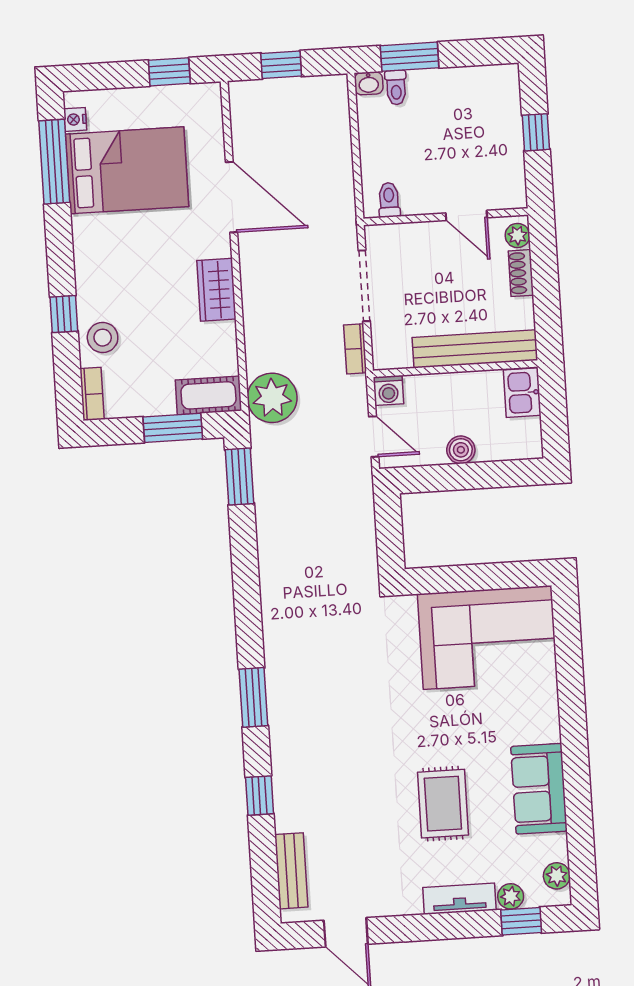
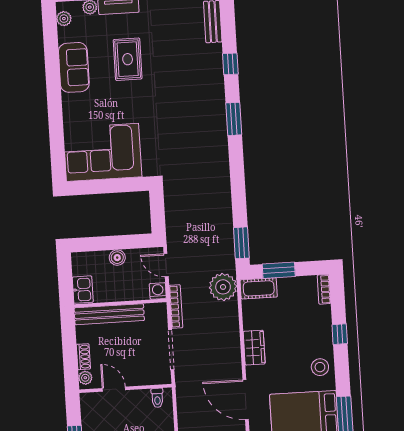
stool: (103, 338) -> (320, 367), moved
bookcase: (355, 349) -> (176, 307), width x1.56

